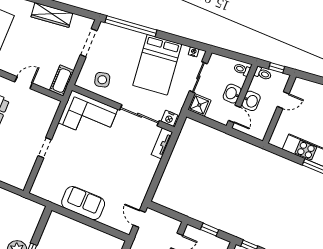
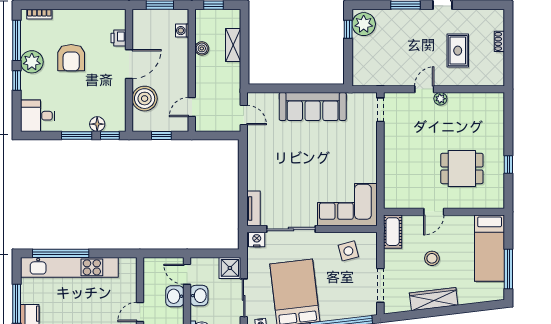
stool: (40, 47) -> (432, 258), added
doorway: (45, 148) -> (380, 110), moved
sofa: (83, 203) -> (313, 106), width x1.36

